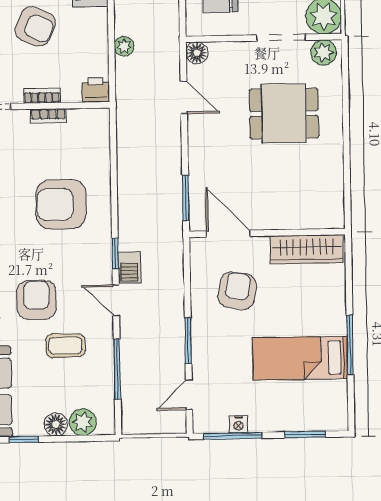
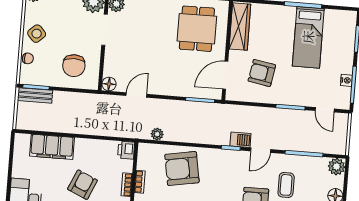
plant: (124, 46) -> (157, 134), moved
dining table: (284, 114) -> (197, 29), moved
armchair: (61, 204) -> (182, 169), moved, turned 80
plant: (83, 422) -> (337, 167), moved

